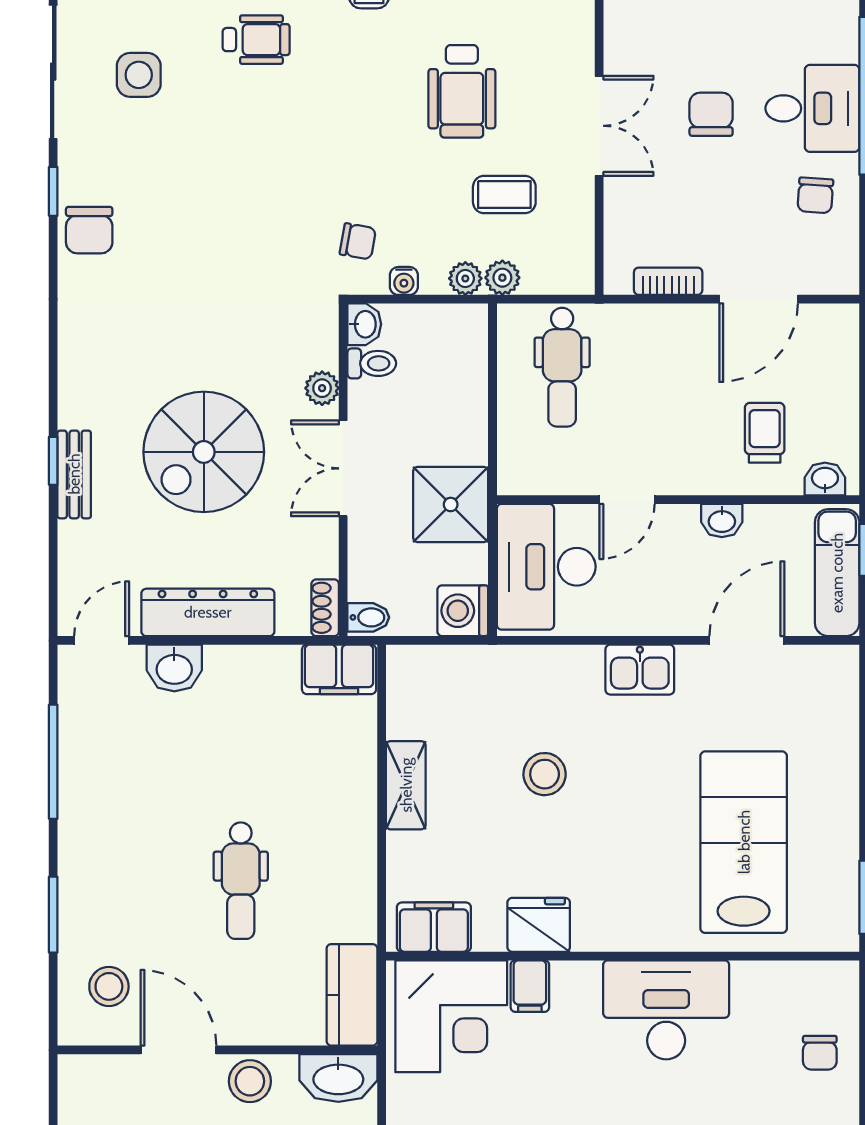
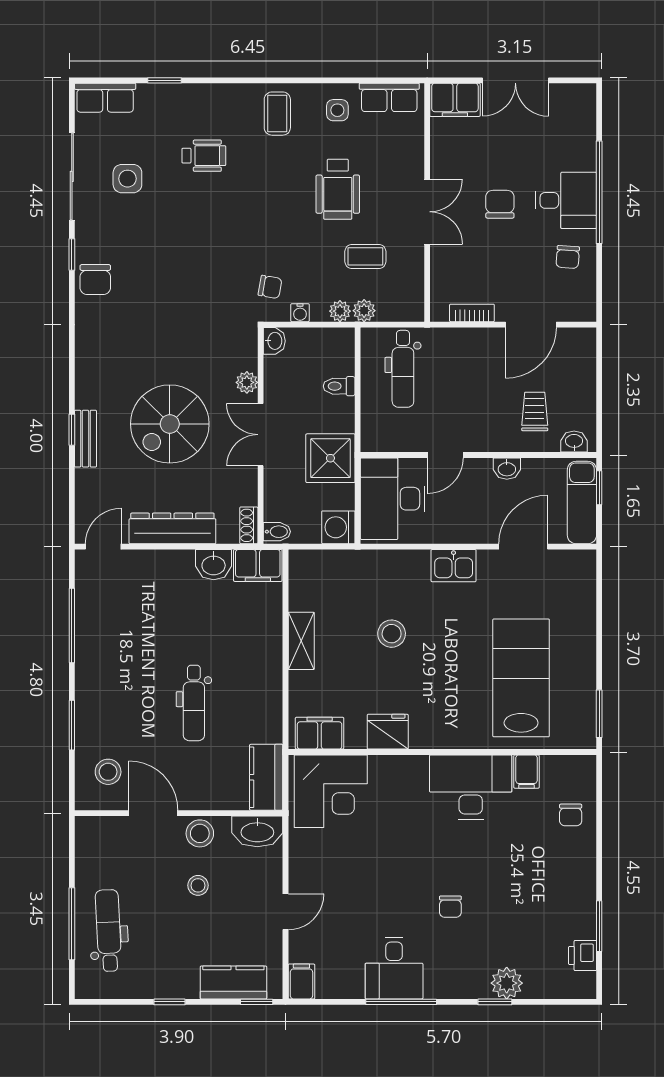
toilet: (372, 363) -> (339, 386), moved, turned 180
washbasin: (174, 668) -> (214, 565), moved
filing cabinet: (530, 986) -> (526, 772), moved

